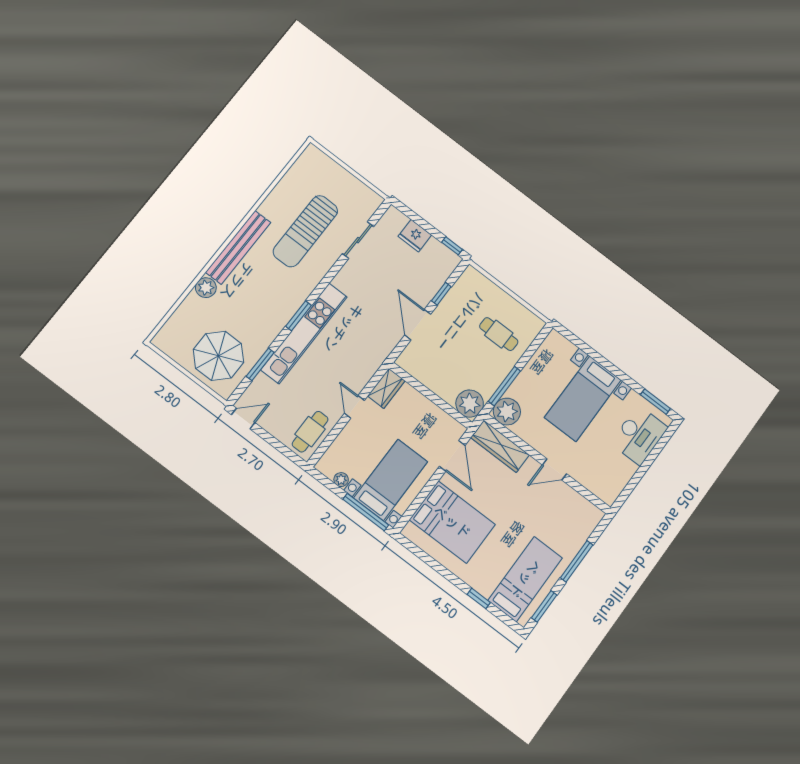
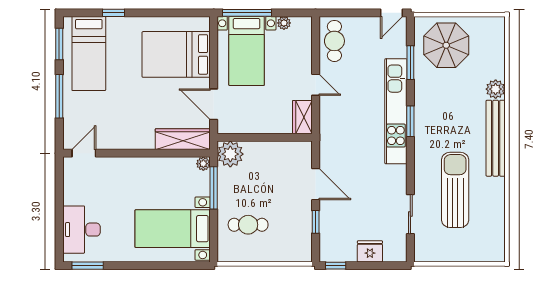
bed with nightstands: (583, 399) -> (173, 229), moved, turned -90
plant: (507, 412) -> (203, 164), width x0.53, depth x0.53
door: (554, 469) -> (84, 153), moved

